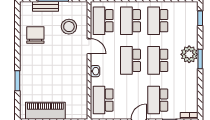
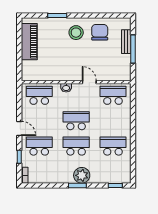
school desk: (130, 21) -> (113, 121), removed
stool: (69, 27) -> (76, 33), moved
chair: (35, 35) -> (100, 32), turned -90
door: (89, 46) -> (89, 82), swing flipped

